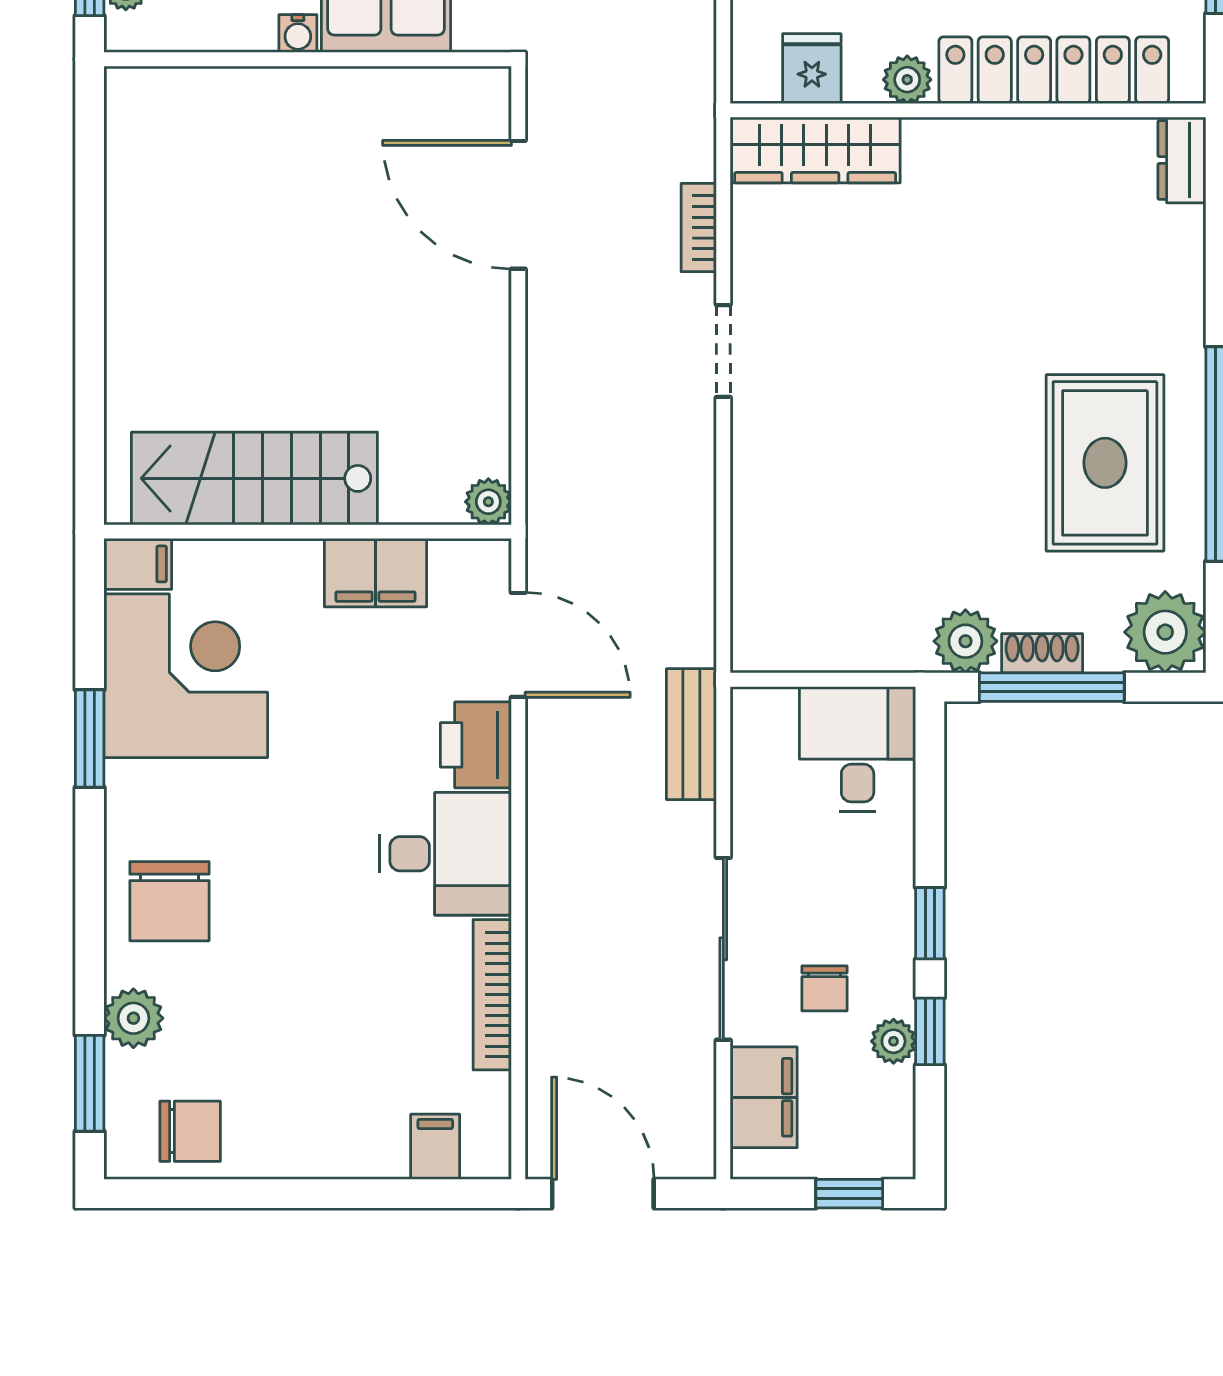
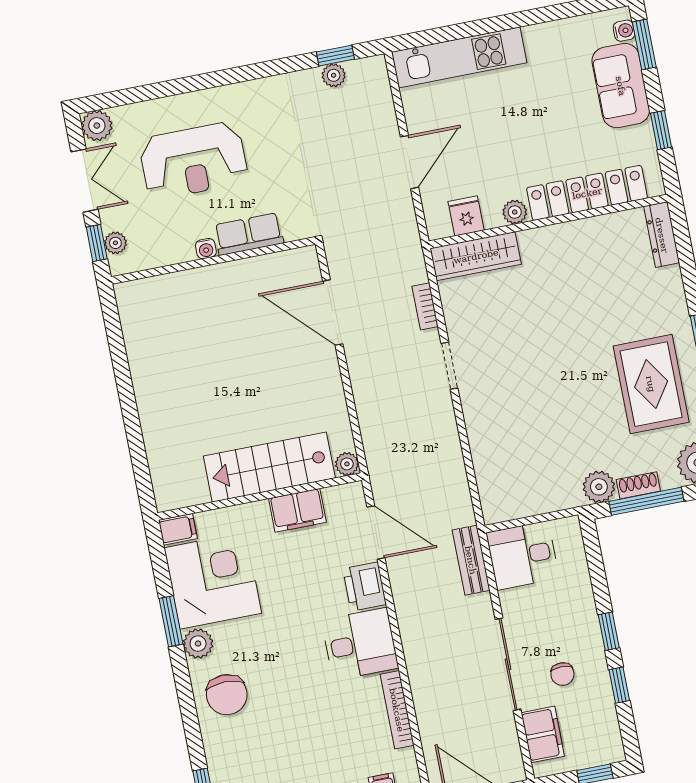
dresser: (1182, 160) -> (662, 235), width x1.44
stairs: (254, 478) -> (269, 467), moved
desk: (858, 749) -> (523, 555), moved, turned -90
plant: (133, 1018) -> (198, 644), moved
plant: (893, 1041) -> (602, 694), removed

